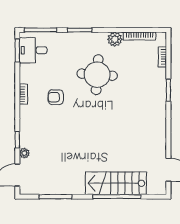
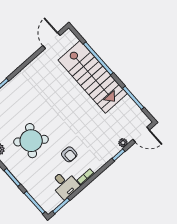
desk: (33, 50) -> (65, 184), moved
round table: (97, 75) -> (31, 141), turned 32
stairs: (116, 183) -> (93, 77), width x1.36, depth x1.51

